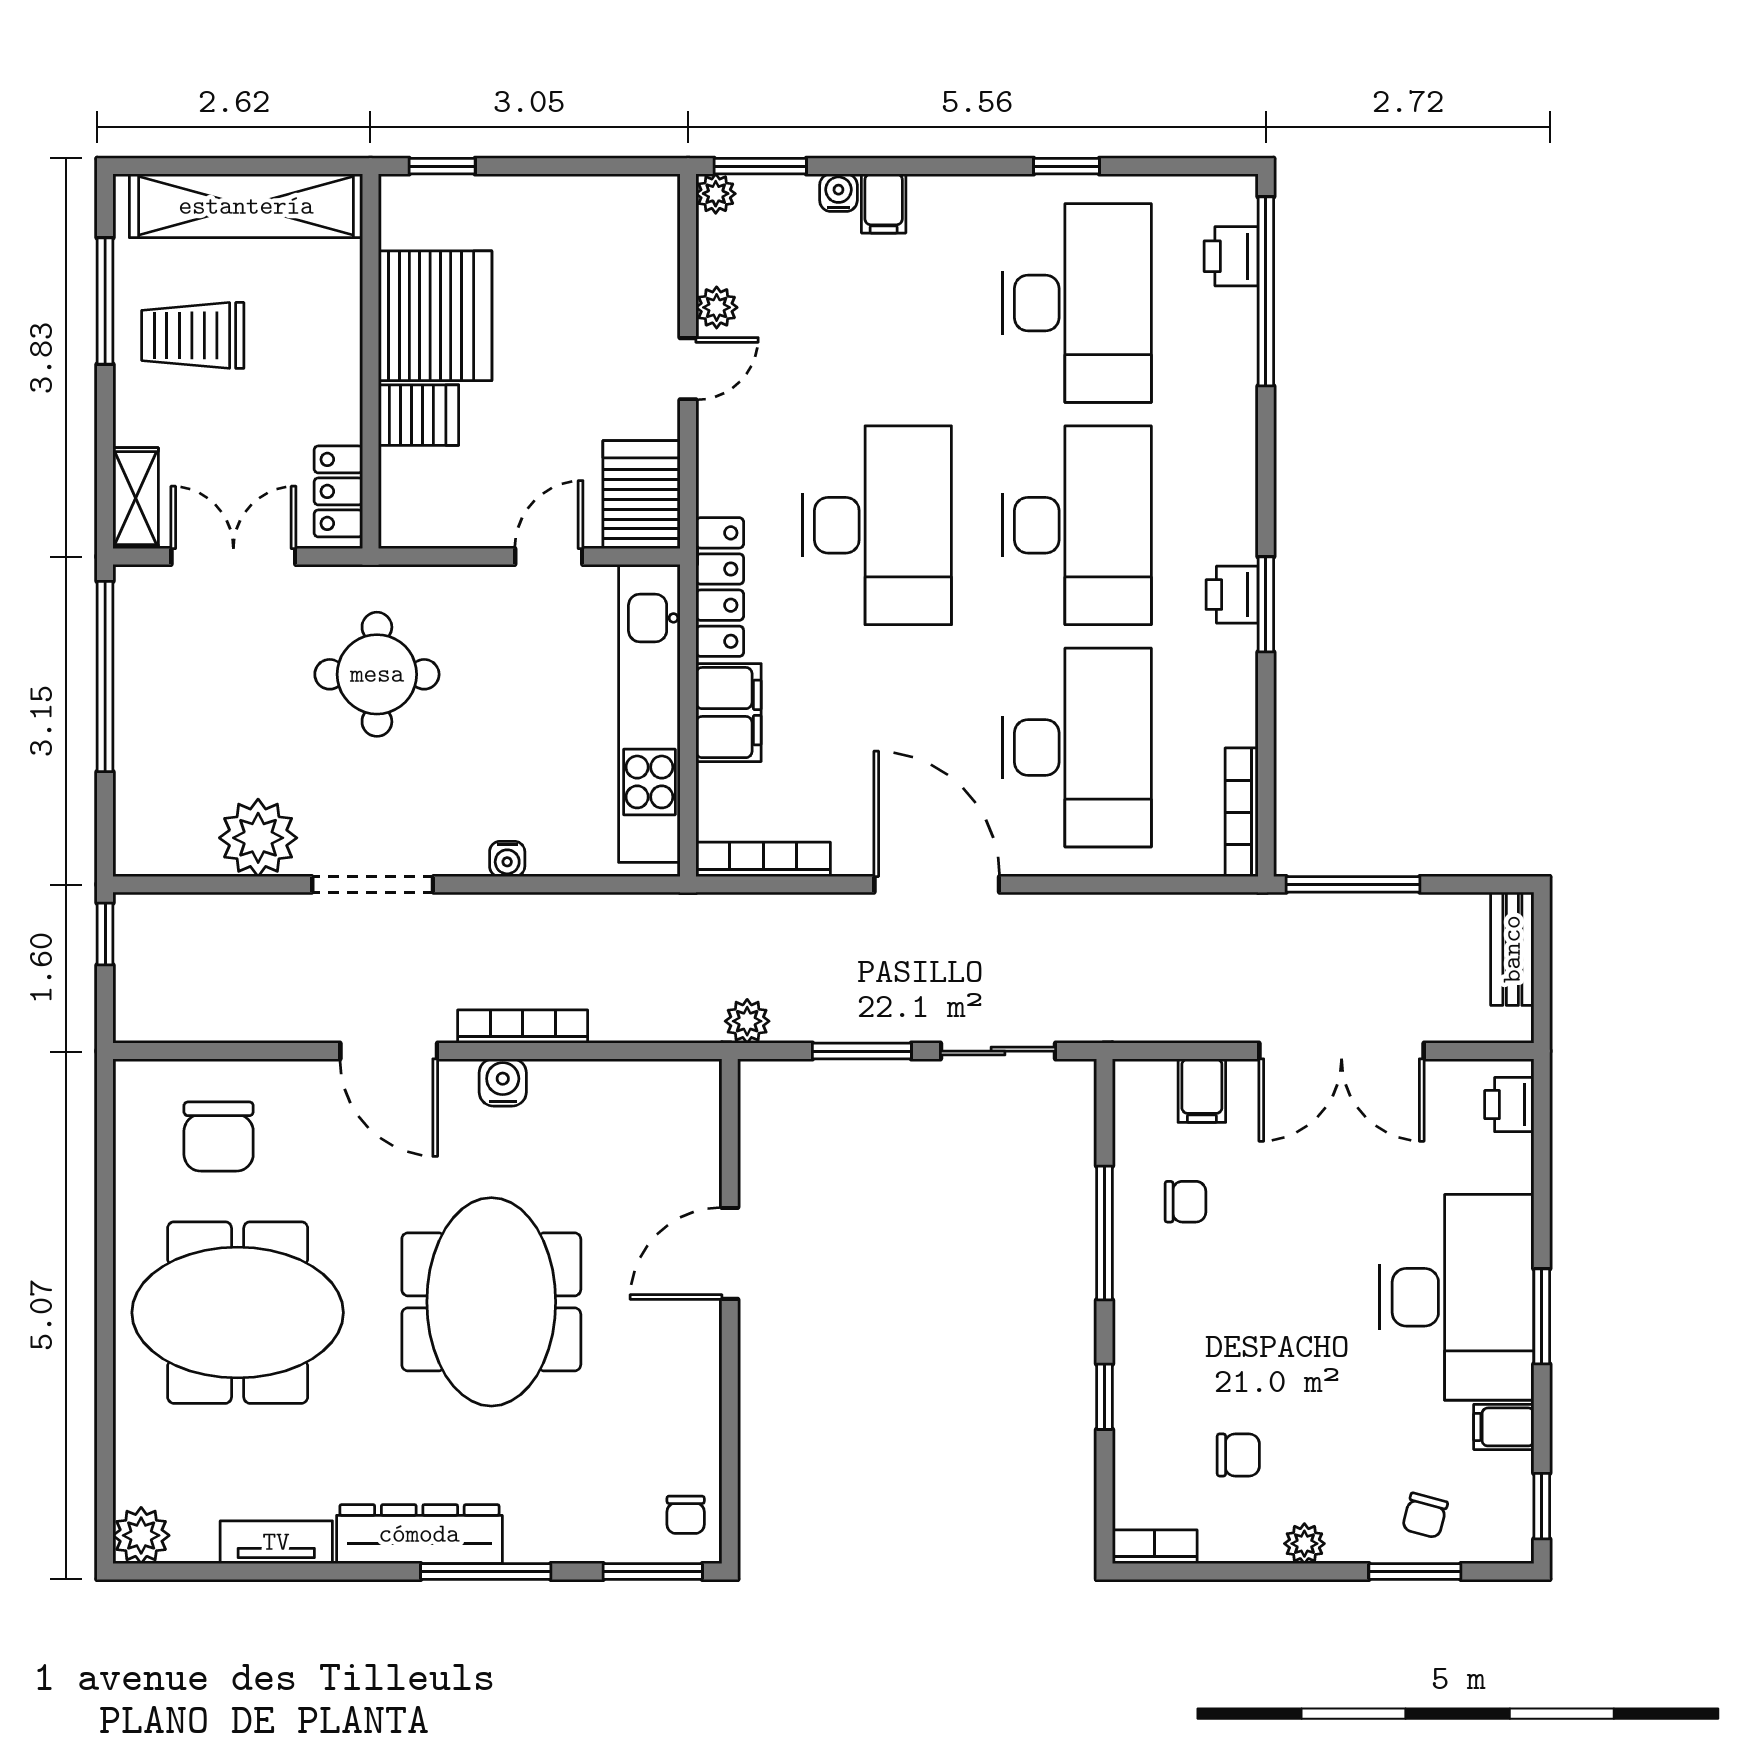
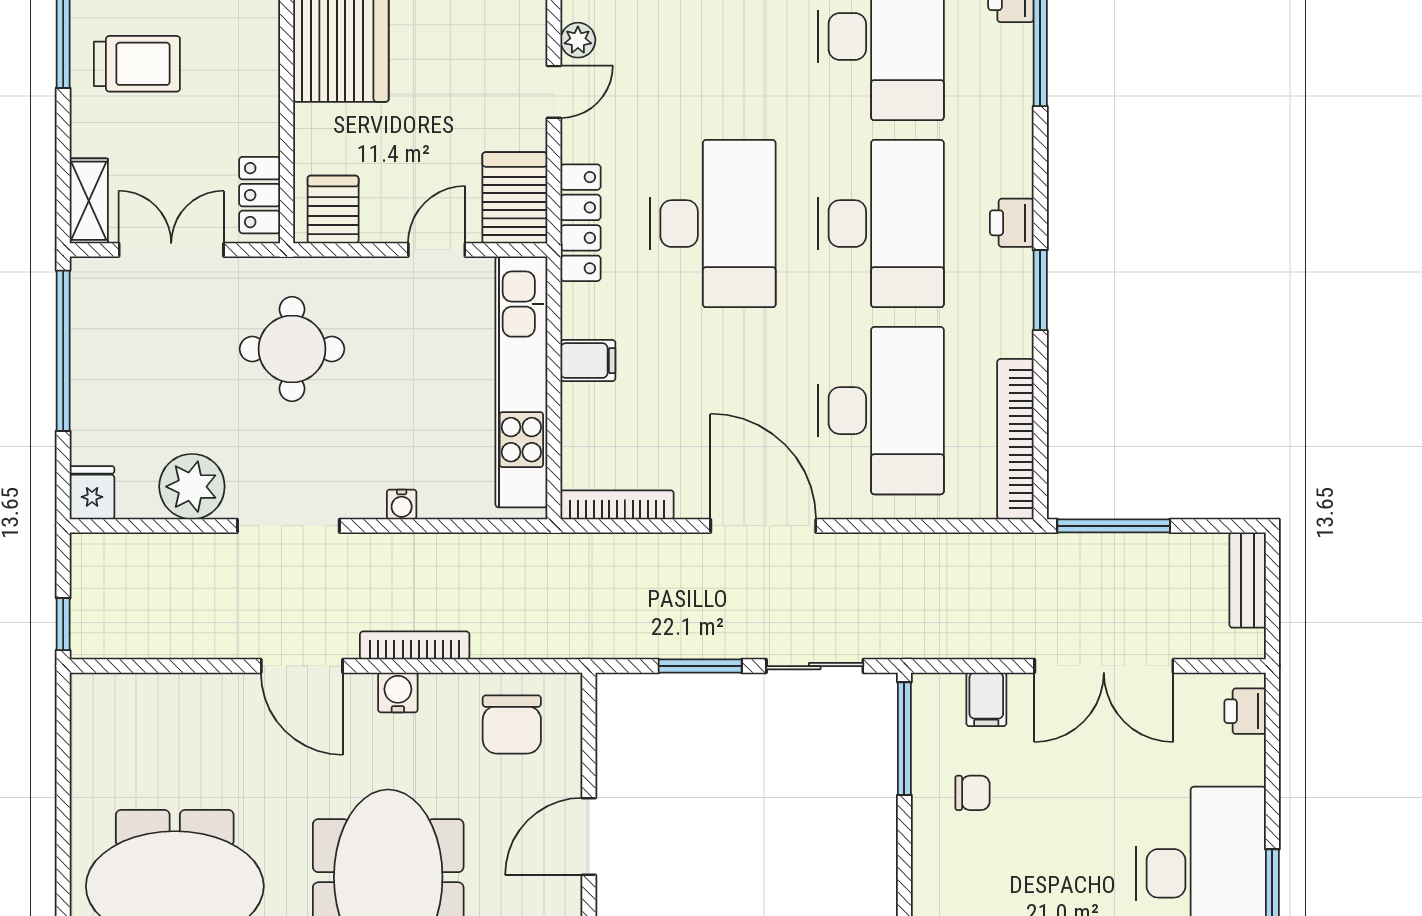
trolley: (193, 335) -> (137, 64), turned 180
server rack: (419, 415) -> (333, 209), moved, turned -90
locker: (720, 587) -> (581, 223), moved
printer: (1232, 595) -> (1012, 223), moved
filing cabinet: (729, 713) -> (588, 361), width x0.50
bookcase: (1242, 812) -> (1015, 439), width x1.48, depth x1.31
fridge: (139, 845) -> (92, 493), added
window: (105, 934) -> (63, 624), moved
plant: (747, 1021) -> (604, 641), removed
chair: (219, 1137) -> (512, 724), moved
window: (1104, 1233) -> (904, 739), moved

